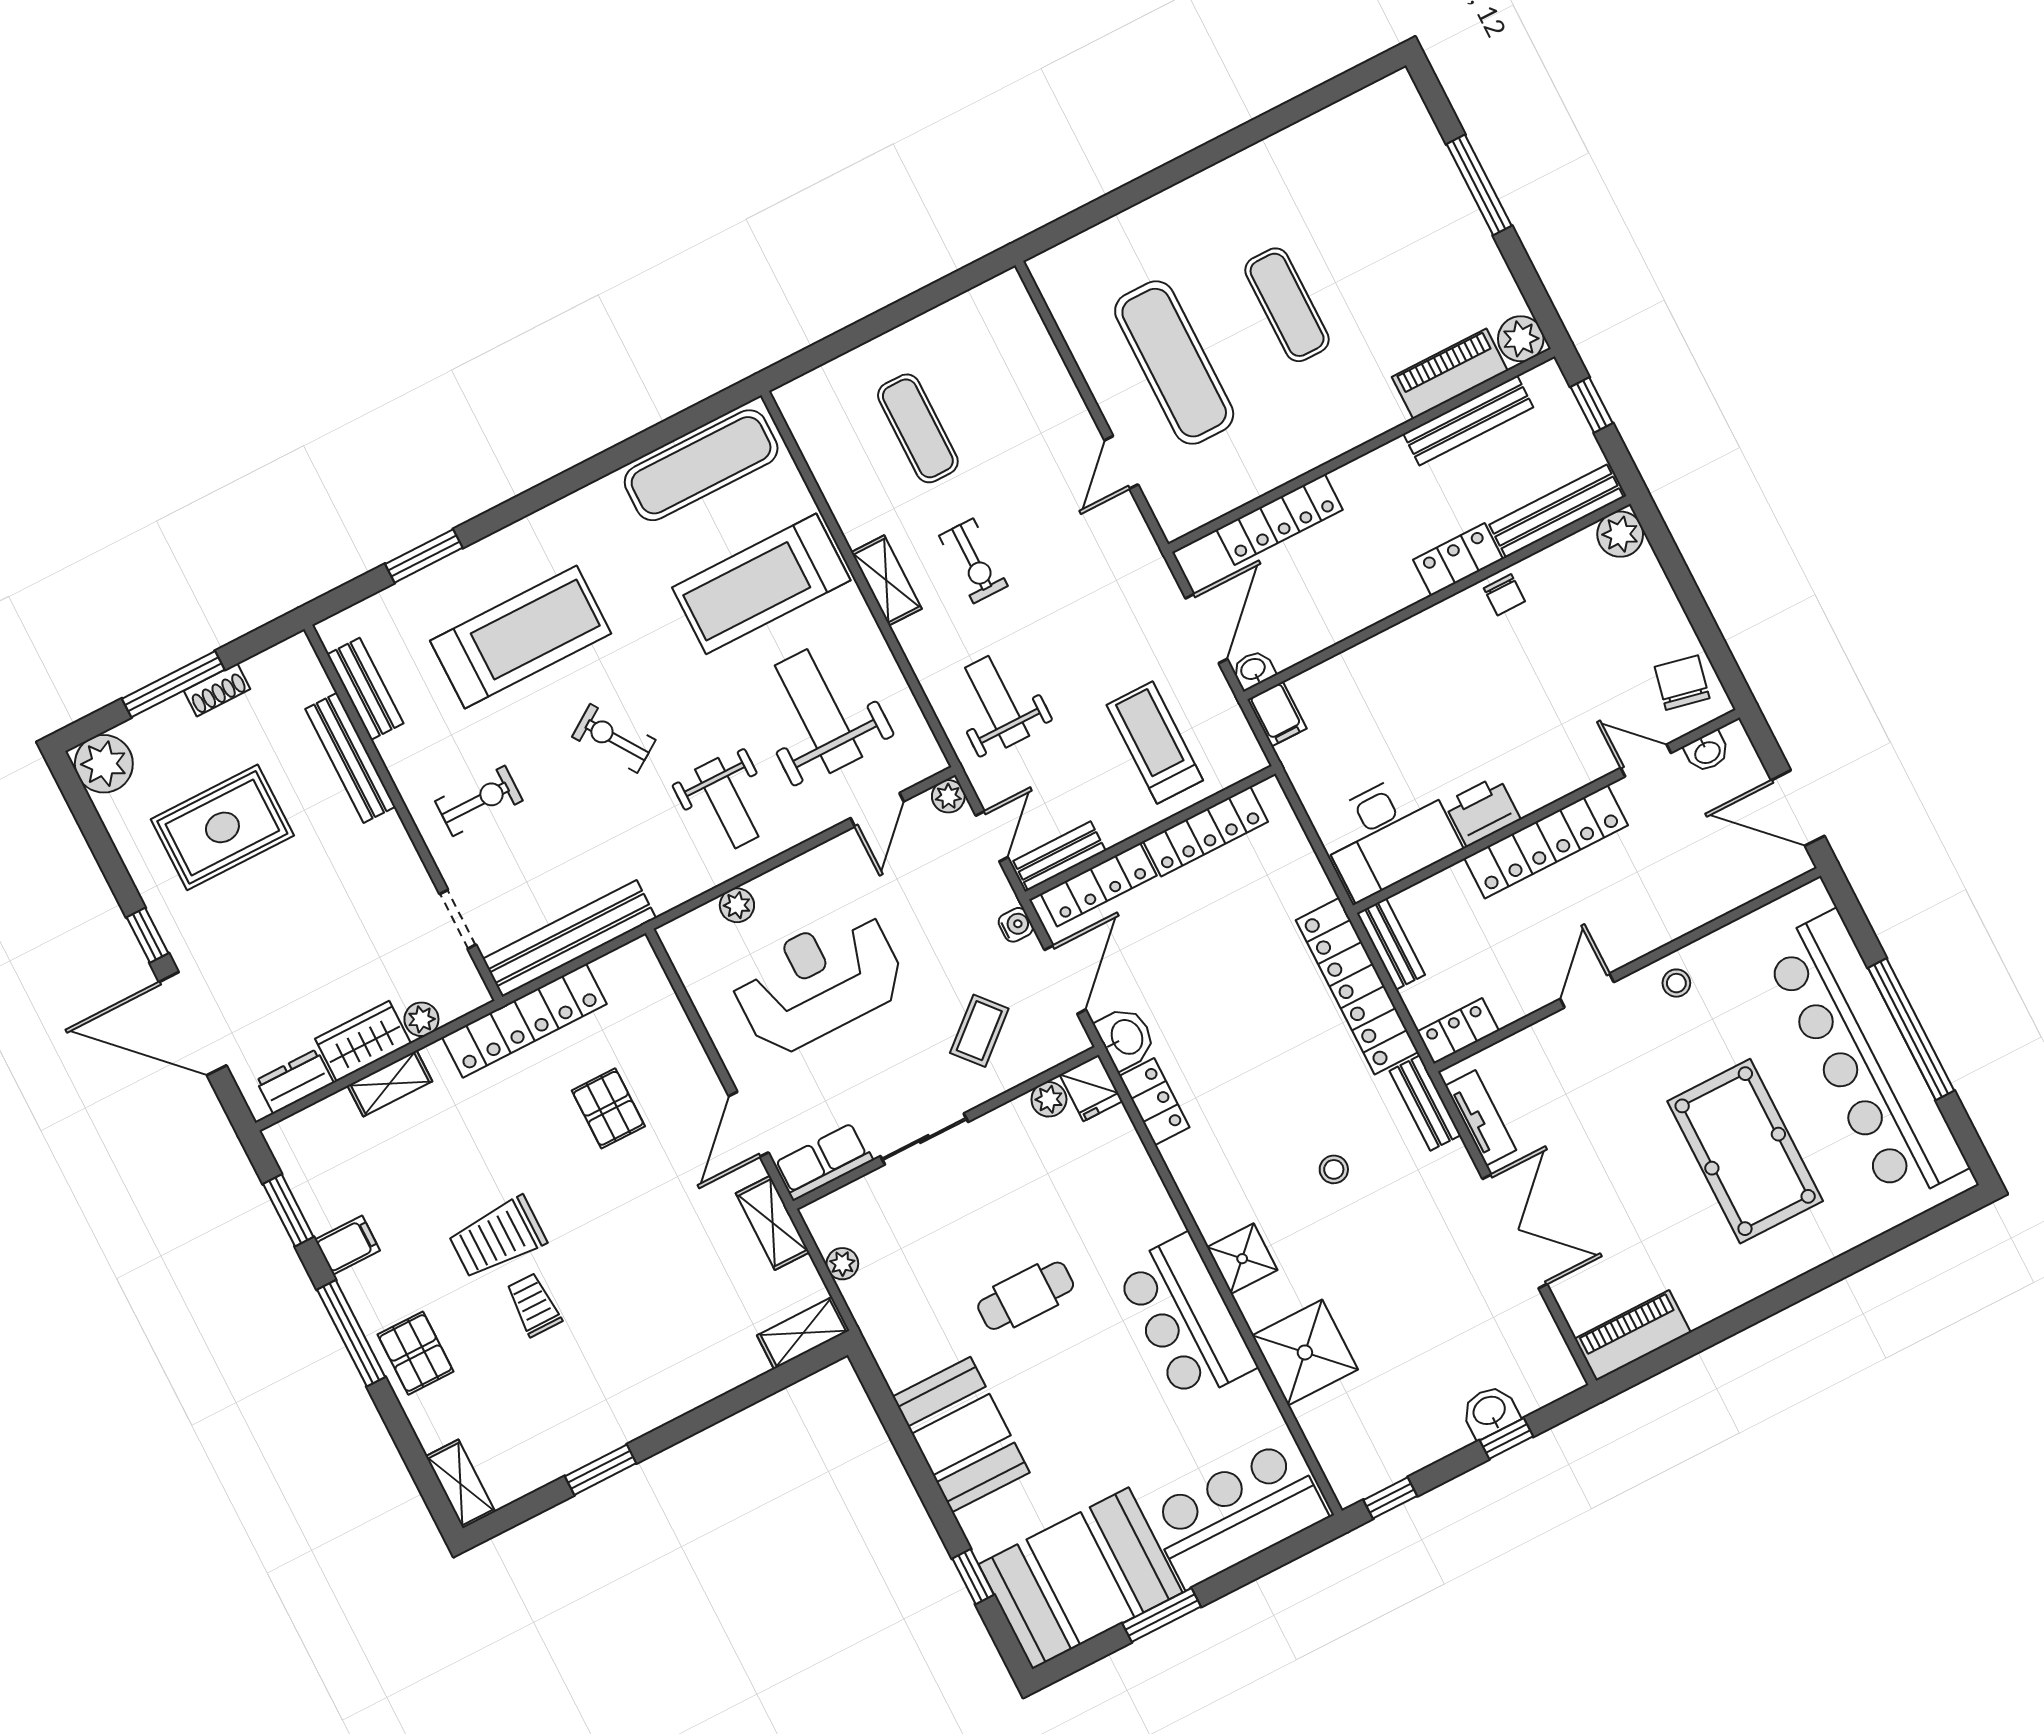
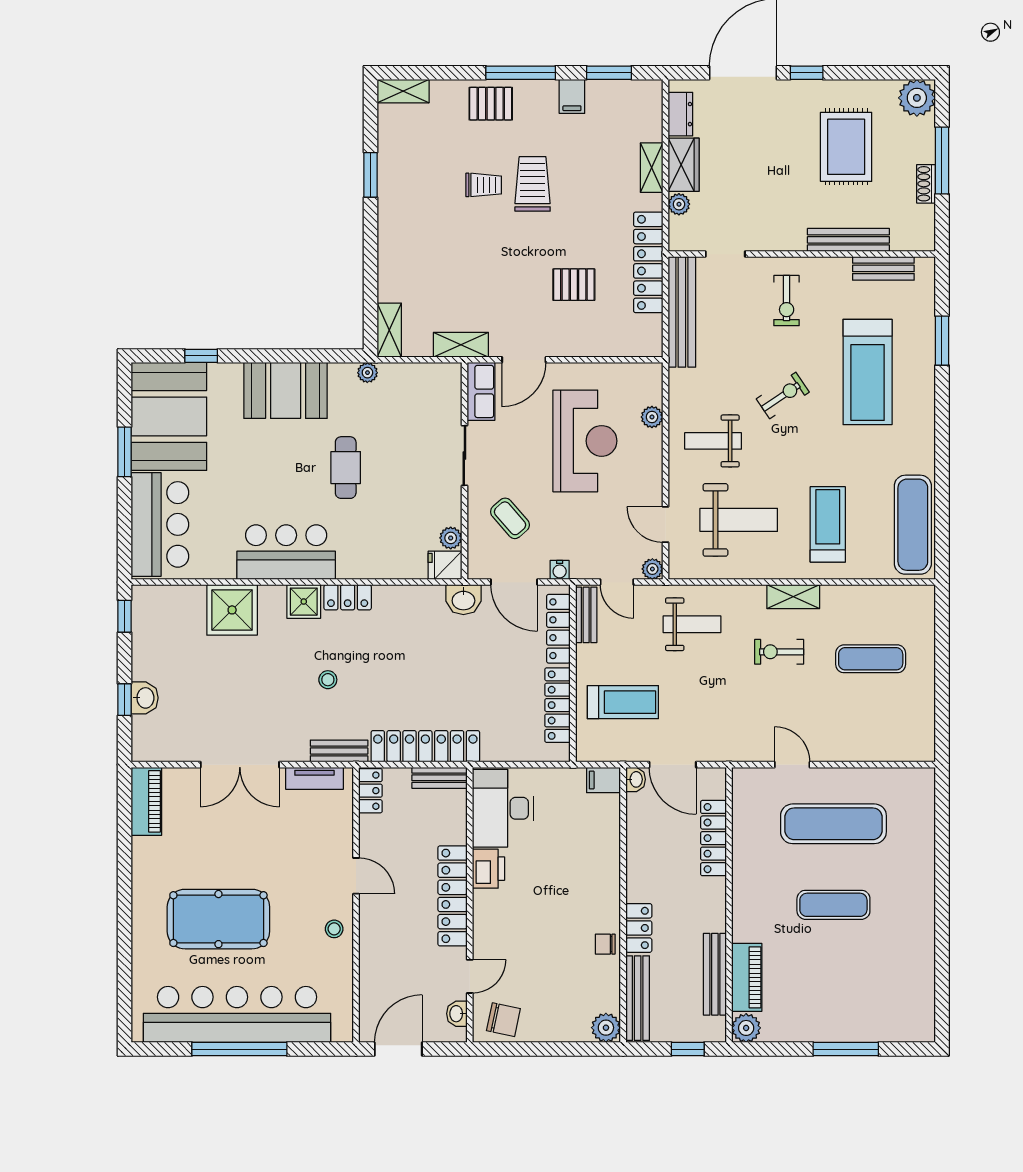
treadmill: (761, 584) -> (828, 524), width x0.73, depth x0.73
locker: (1154, 1102) -> (348, 597), moved
door: (749, 1124) -> (524, 360), swing flipped
plant: (842, 1264) -> (367, 373), moved

